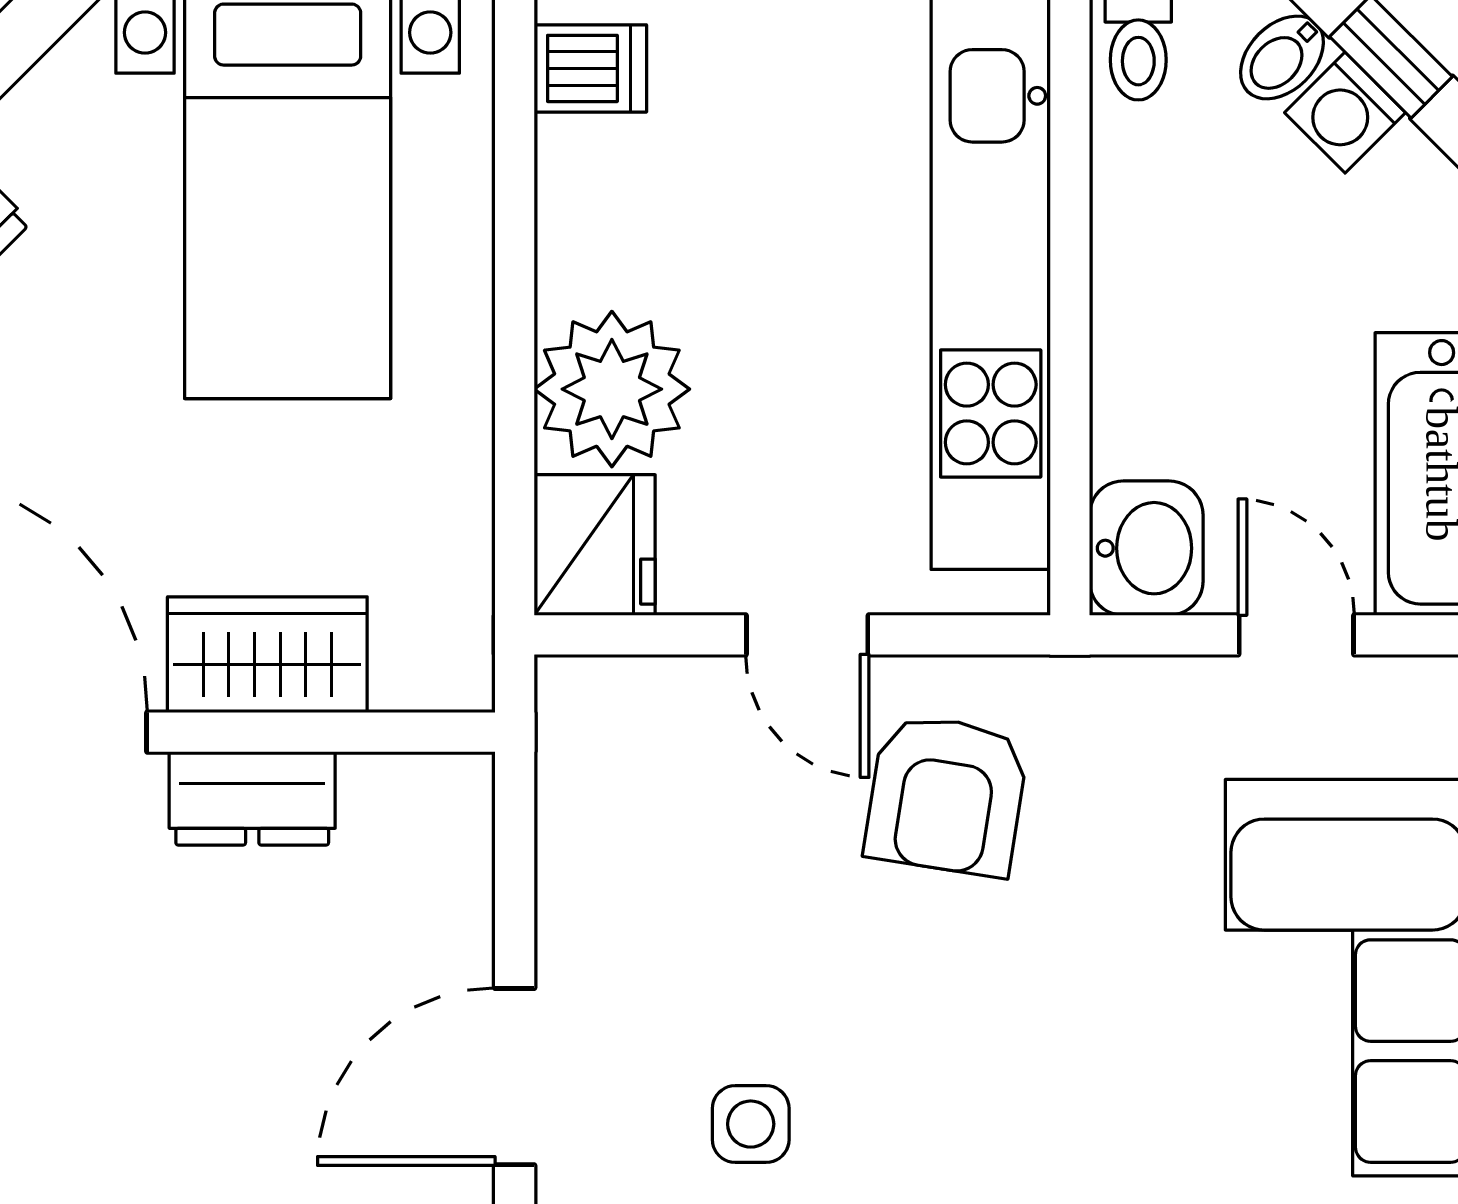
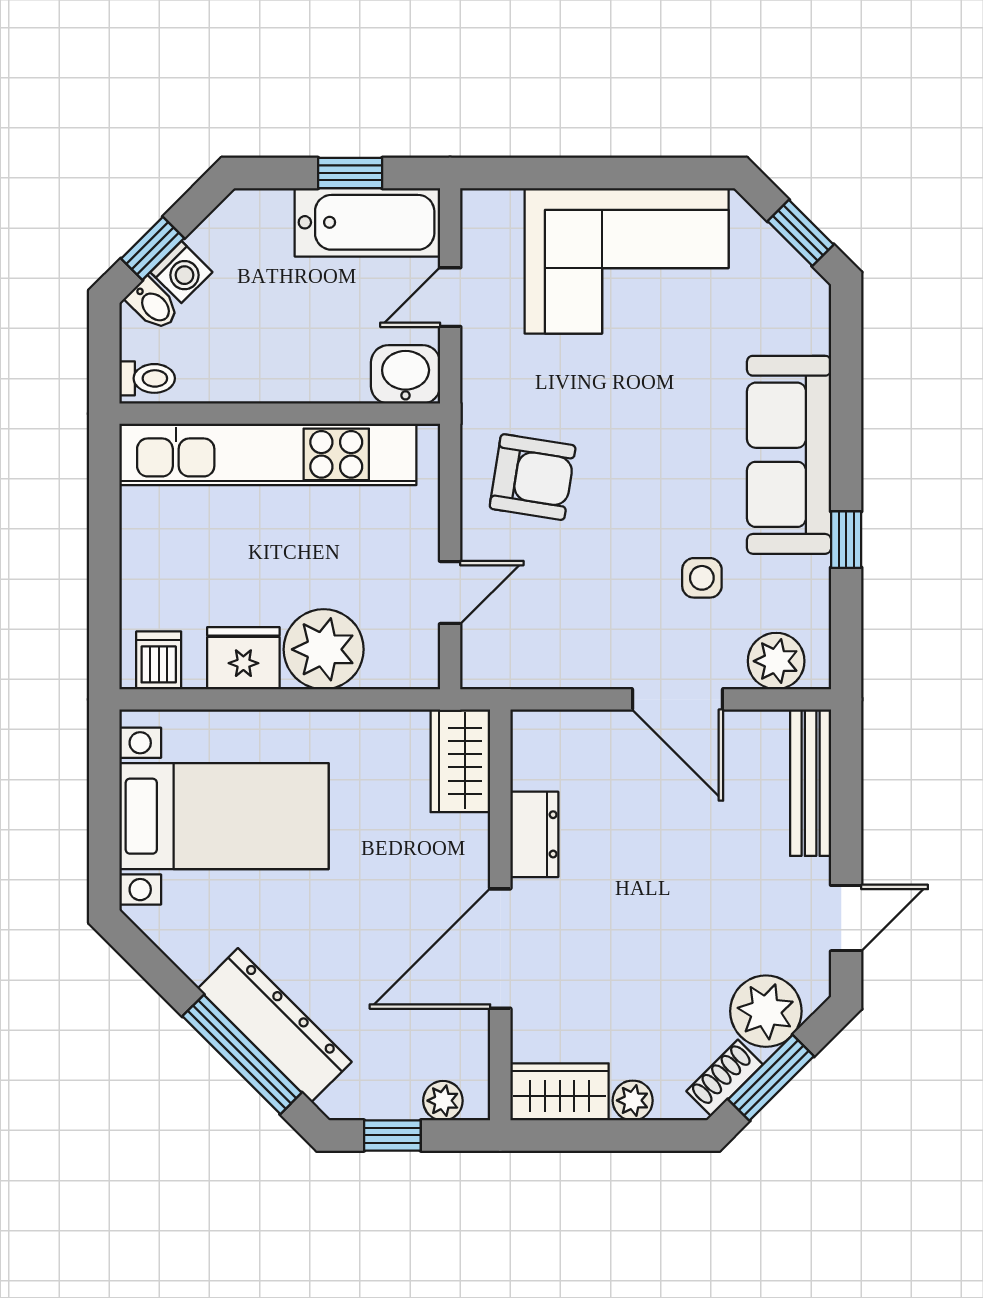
fridge: (595, 545) -> (243, 658), moved
door: (807, 635) -> (450, 593), moved
wardrobe: (267, 655) -> (460, 761), moved

